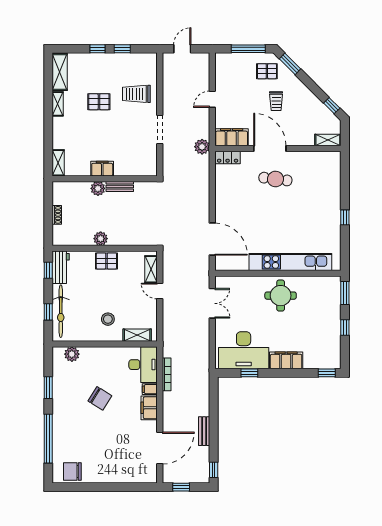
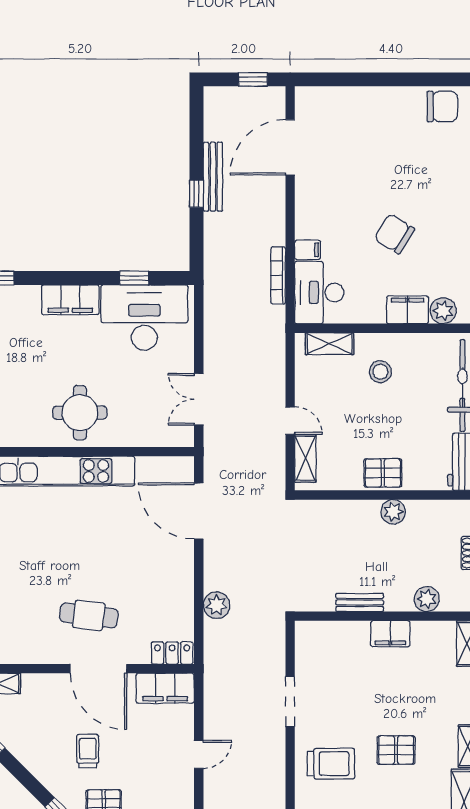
plant: (202, 147) -> (217, 605), moved
plant: (98, 188) -> (427, 599), moved
filing cabinet: (149, 408) -> (408, 310), moved, turned -90
bench: (204, 431) -> (213, 177), width x1.36
window: (214, 470) -> (196, 194), moved

